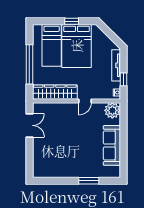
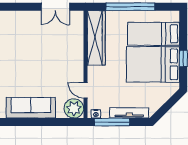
window: (123, 79) -> (112, 122), width x2.17
door: (85, 101) -> (86, 90), moved

